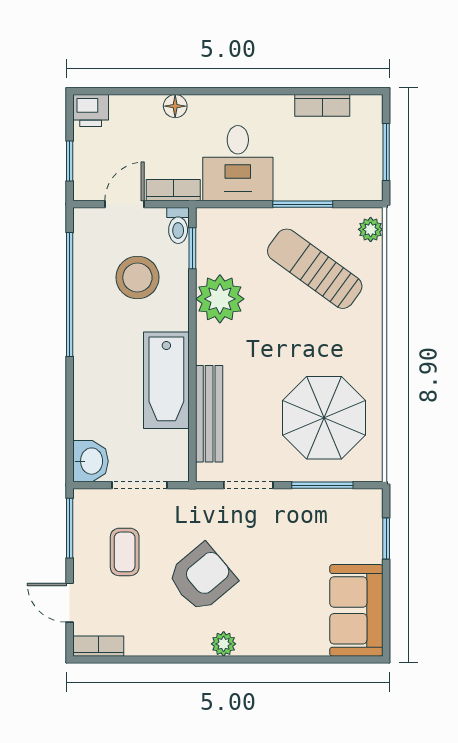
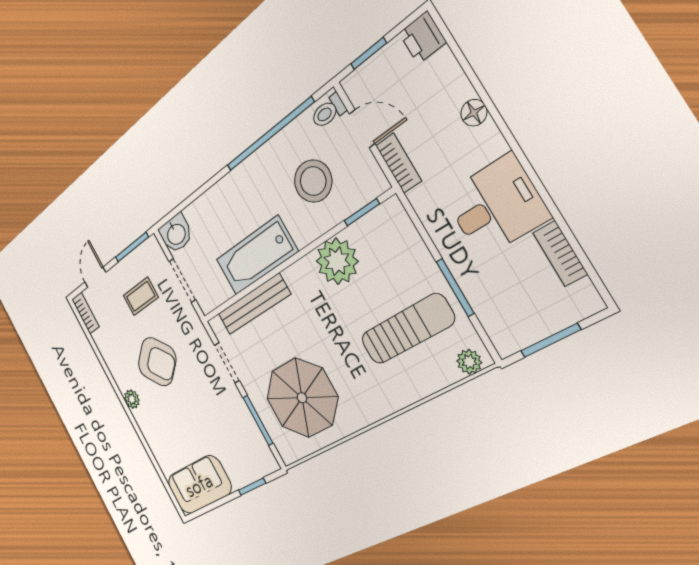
desk: (238, 163) -> (496, 206), moved, turned 180
toilet: (178, 225) -> (328, 111), moved
sun lounger: (315, 269) -> (407, 329), turned 54

